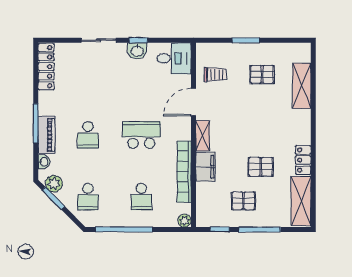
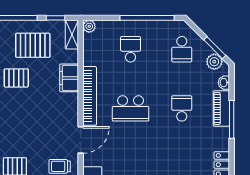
shelving: (203, 136) -> (72, 35), moved
bookcase: (184, 172) -> (90, 96), moved
school desk: (88, 197) -> (182, 49), turned 180
pallet: (243, 201) -> (33, 45), width x1.50, depth x1.42

